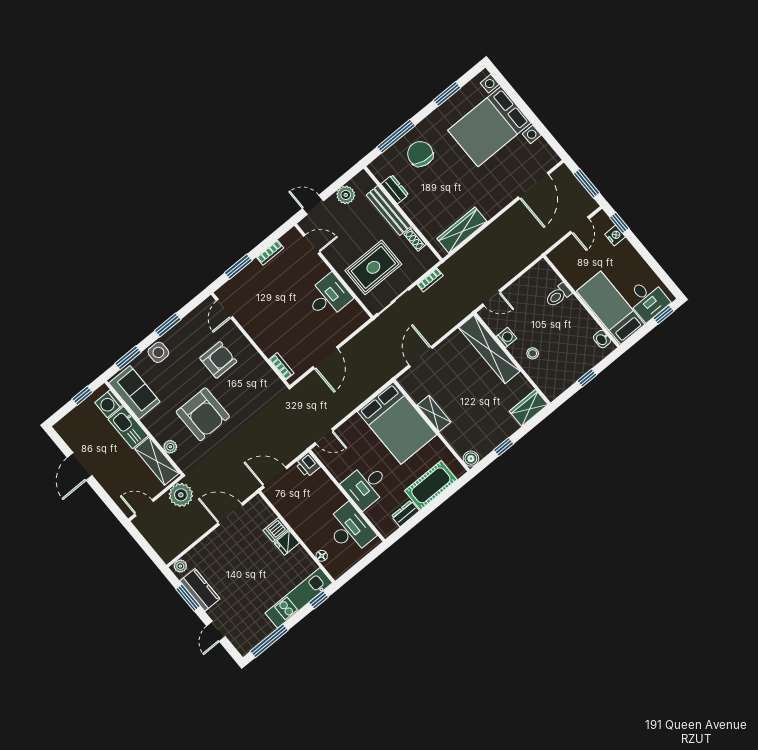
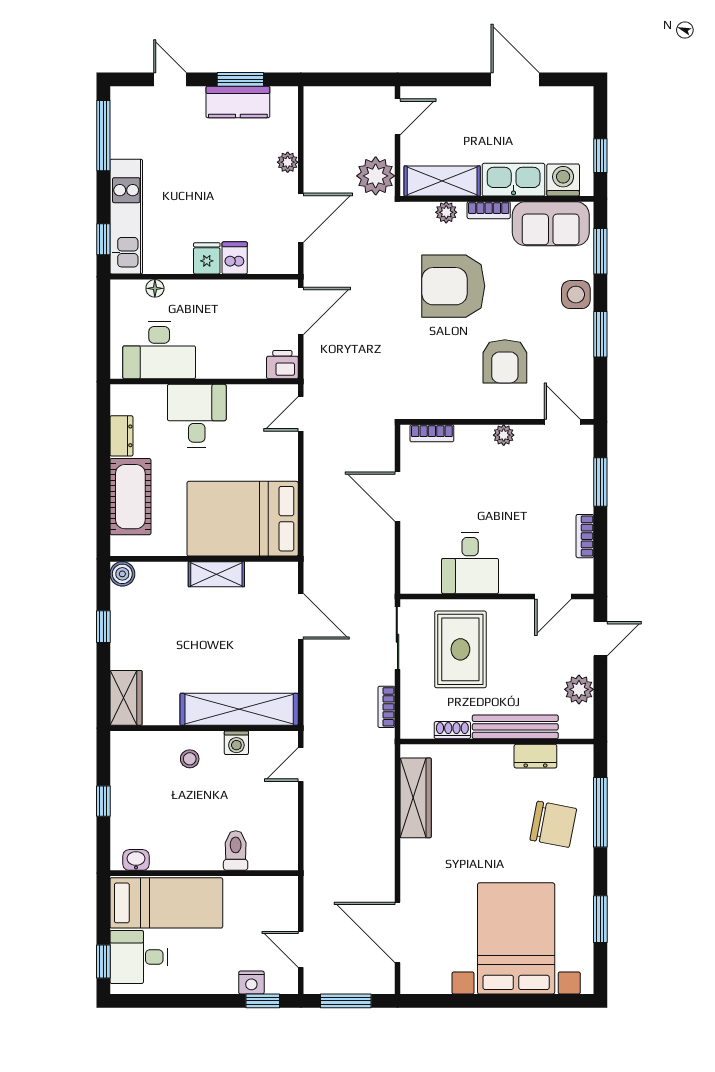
plant: (254, 331) -> (504, 435), added
bookcase: (152, 427) -> (489, 210), added
plant: (180, 566) -> (288, 162), moved

